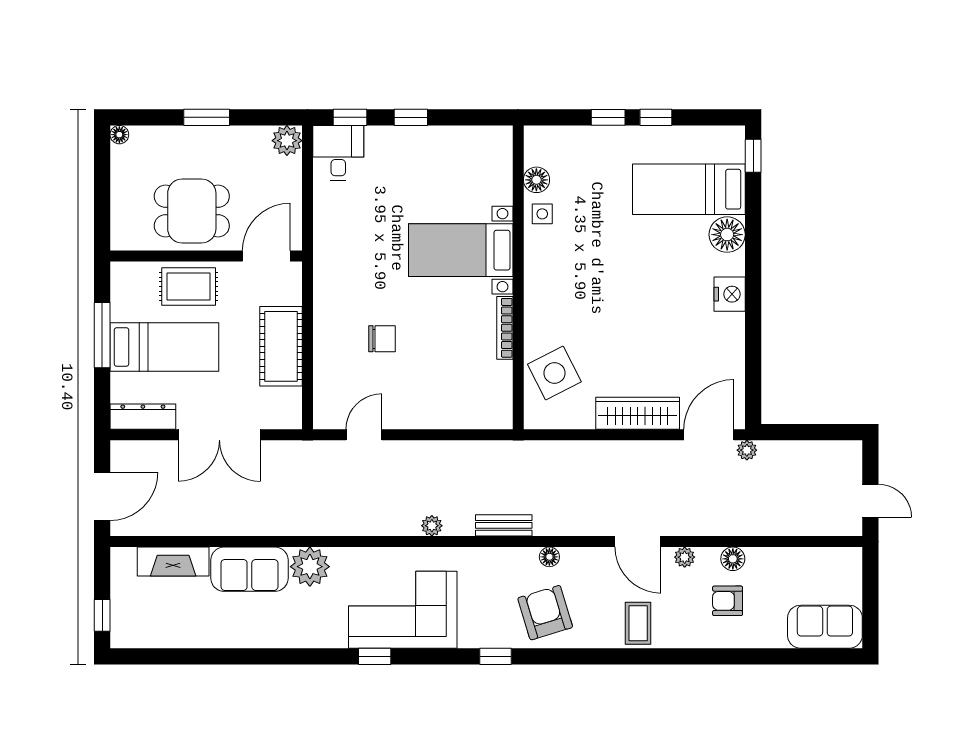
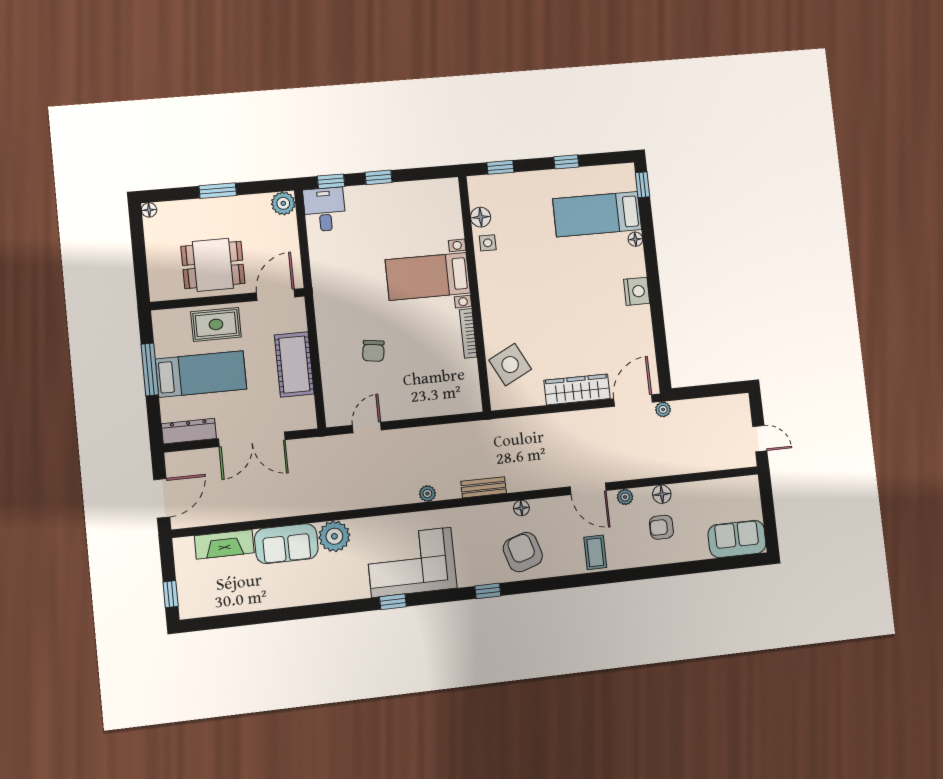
window: (608, 117) -> (500, 167), moved
floor lamp: (727, 235) -> (635, 239), width x0.53, depth x0.53
chair: (382, 339) -> (373, 351), turned 98

